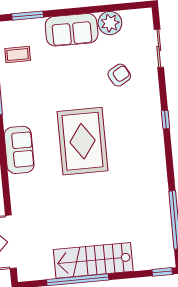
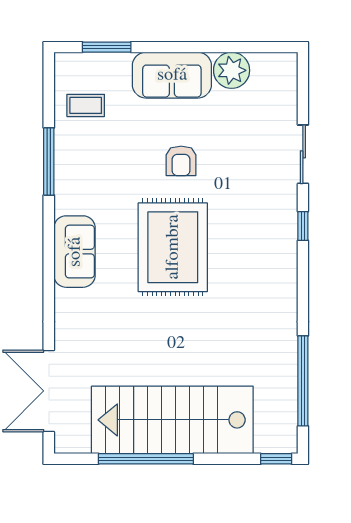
sliding door: (159, 48) -> (303, 154), moved
armchair: (119, 75) -> (181, 161), moved, turned 120
stairs: (93, 260) -> (172, 420), width x1.36, depth x1.51

